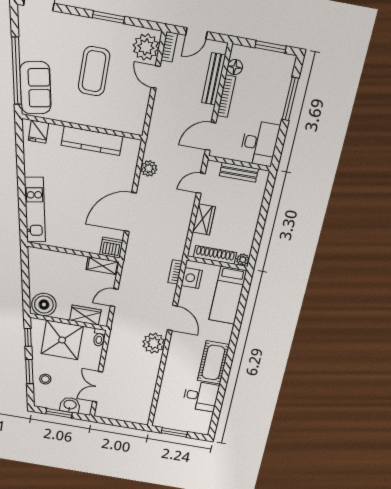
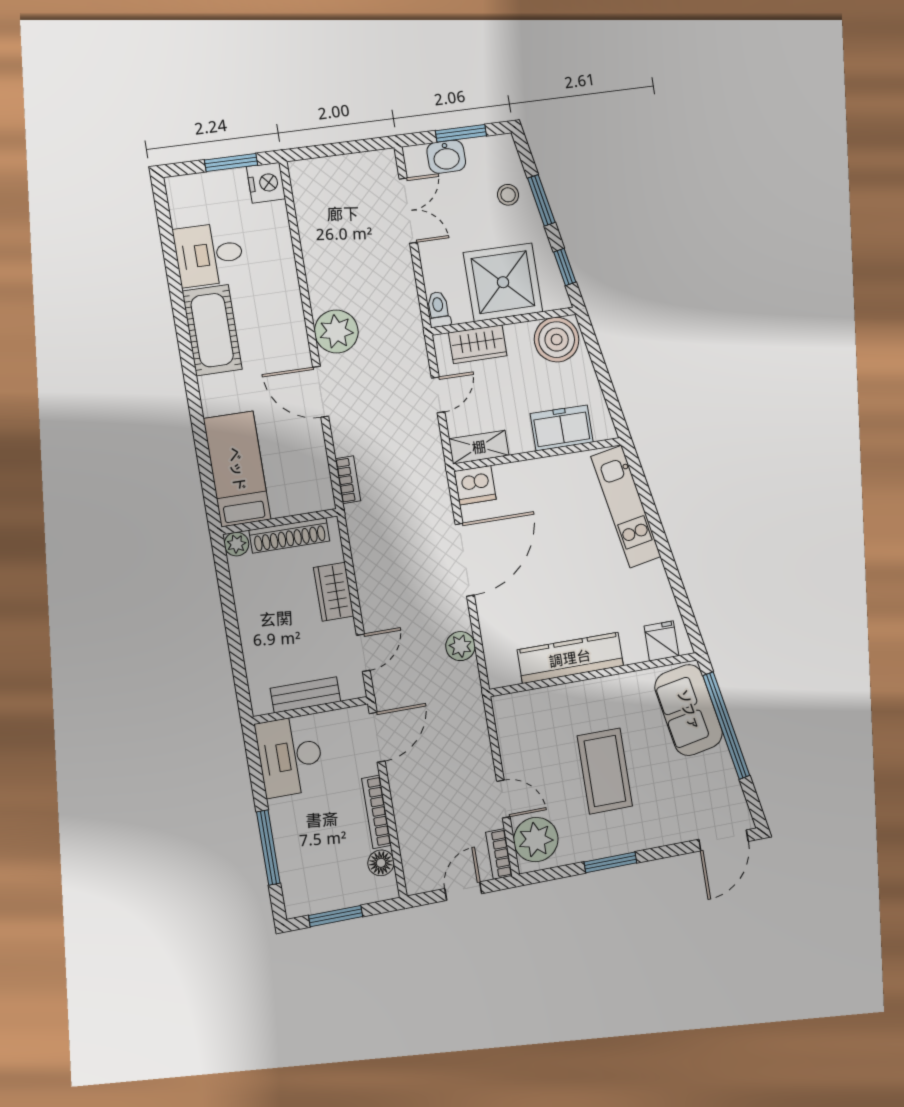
bench: (214, 79) -> (408, 831), removed
freezer: (56, 261) -> (562, 428), added
nightstand: (192, 278) -> (266, 183), moved

